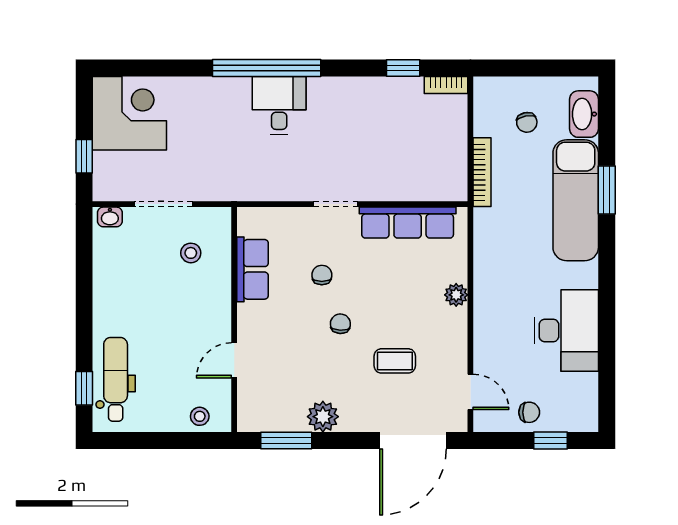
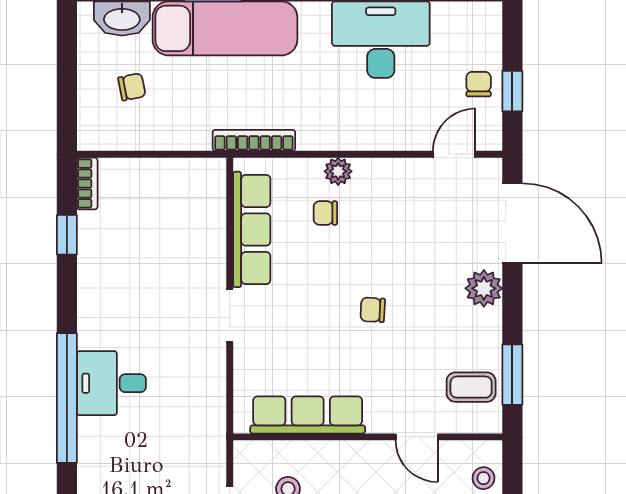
bookcase: (482, 172) -> (254, 140), moved
row of seats: (253, 269) -> (308, 415), width x1.48
chair: (322, 275) -> (325, 213), moved
coffee table: (395, 361) -> (471, 387), moved, turned 90
plant: (323, 417) -> (484, 288), moved
window: (551, 440) -> (512, 91), moved

